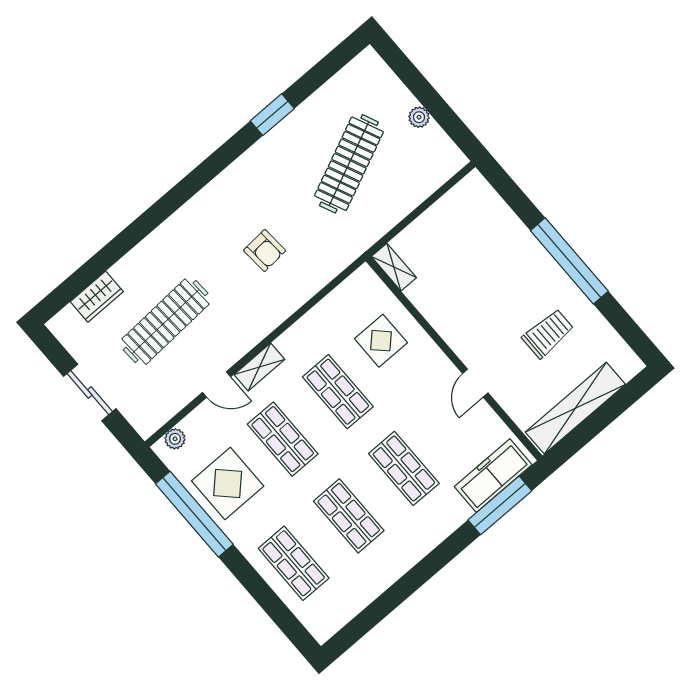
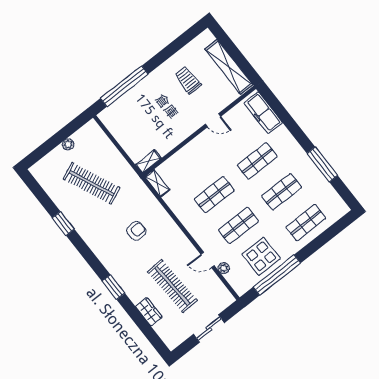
window: (159, 213) -> (113, 287), added
window: (569, 261) -> (124, 86), moved
wardrobe: (97, 297) -> (149, 312), moved
display table: (381, 341) -> (188, 170), removed
shelving: (259, 367) -> (157, 183), moved
door: (217, 385) -> (208, 260), swing flipped
plant: (175, 439) -> (224, 268), moved
window: (500, 505) -> (322, 164), moved

